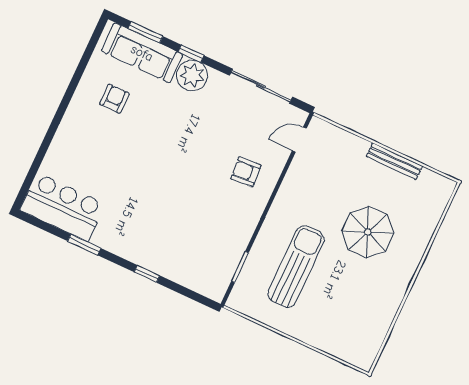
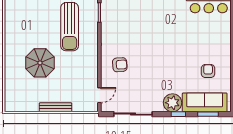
armchair: (114, 99) -> (208, 71), turned 180
bench: (394, 161) -> (55, 107), moved

